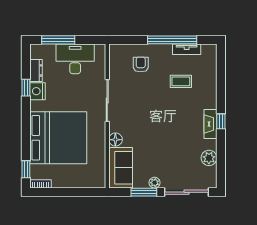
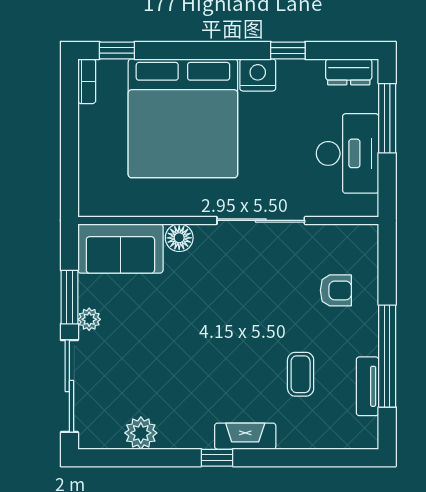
dresser: (36, 70) -> (349, 72), moved
nightstand: (38, 91) -> (258, 75), moved
fireplace: (211, 124) -> (245, 436), moved

